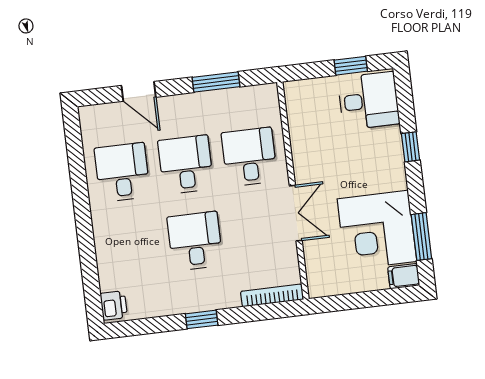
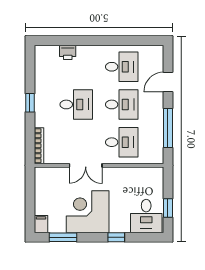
window: (216, 82) -> (168, 128), width x1.44
corner desk: (377, 230) -> (88, 212), moved
printer: (114, 306) -> (68, 52), moved

